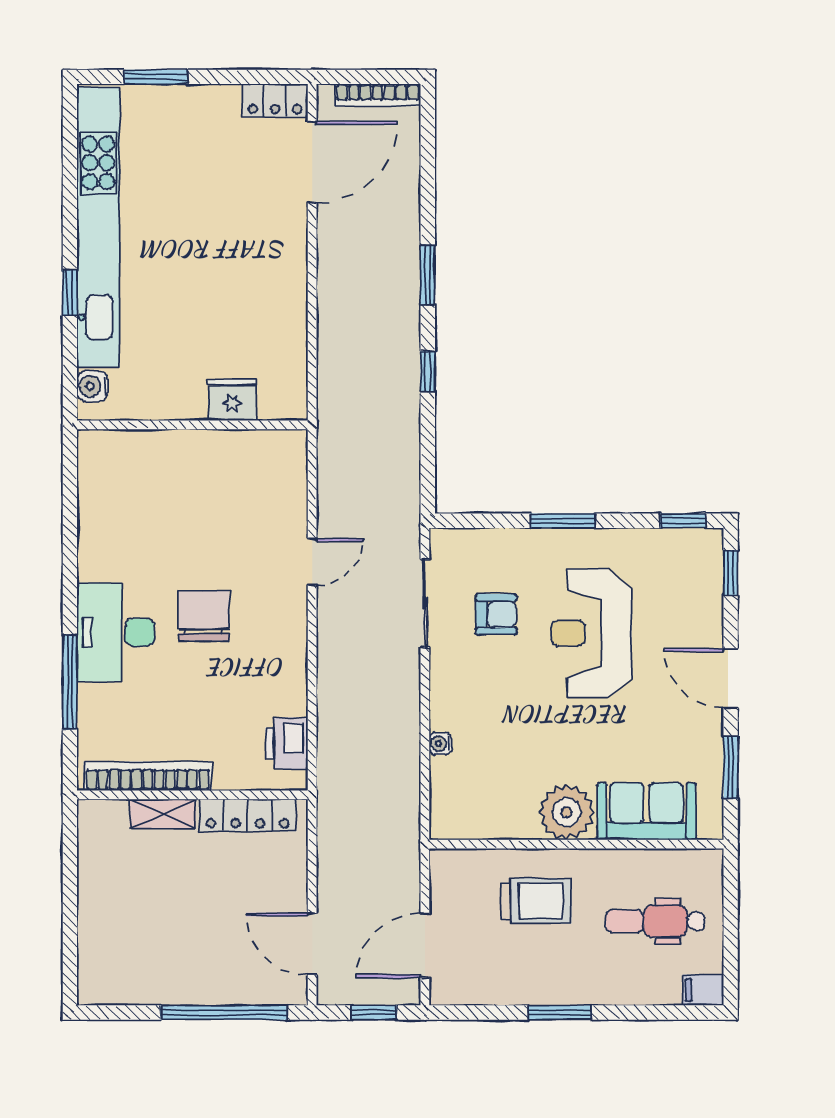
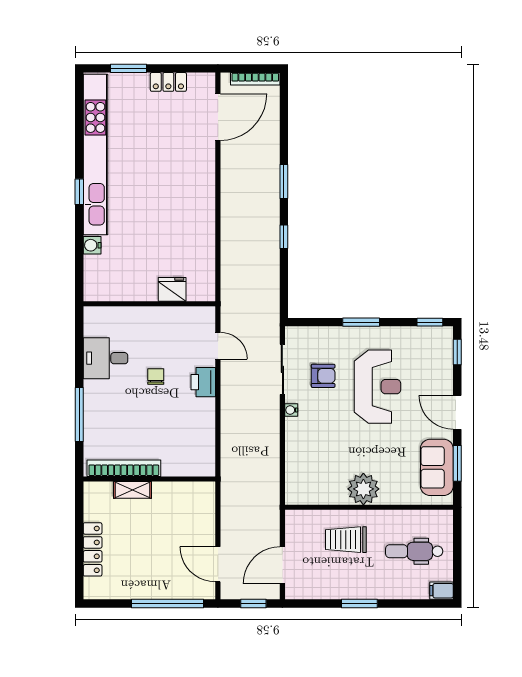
locker: (275, 101) -> (168, 82), moved
fridge: (232, 400) -> (172, 289), moved
wall: (192, 425) -> (149, 304), moved
door: (312, 562) -> (218, 346), hinge flipped
chair: (204, 616) -> (156, 376), width x0.54, depth x0.54
desk: (116, 632) -> (105, 358), moved, width x0.73
reception desk: (591, 633) -> (378, 387), turned 180
printer: (287, 743) -> (203, 382), moved
water cooler: (440, 744) -> (291, 410), moved
sofa: (647, 811) -> (437, 467), moved, turned -90
locker: (248, 815) -> (93, 549), moved, turned -90
trolley: (536, 901) -> (346, 540), turned 180

